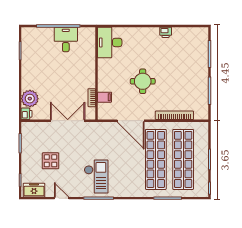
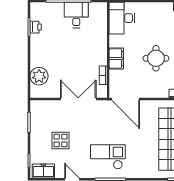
filing cabinet: (104, 97) -> (116, 58), moved, width x2.00
printer: (26, 114) -> (36, 27), moved
door: (131, 121) -> (126, 99), moved
checkout: (96, 176) -> (108, 157), turned -90

